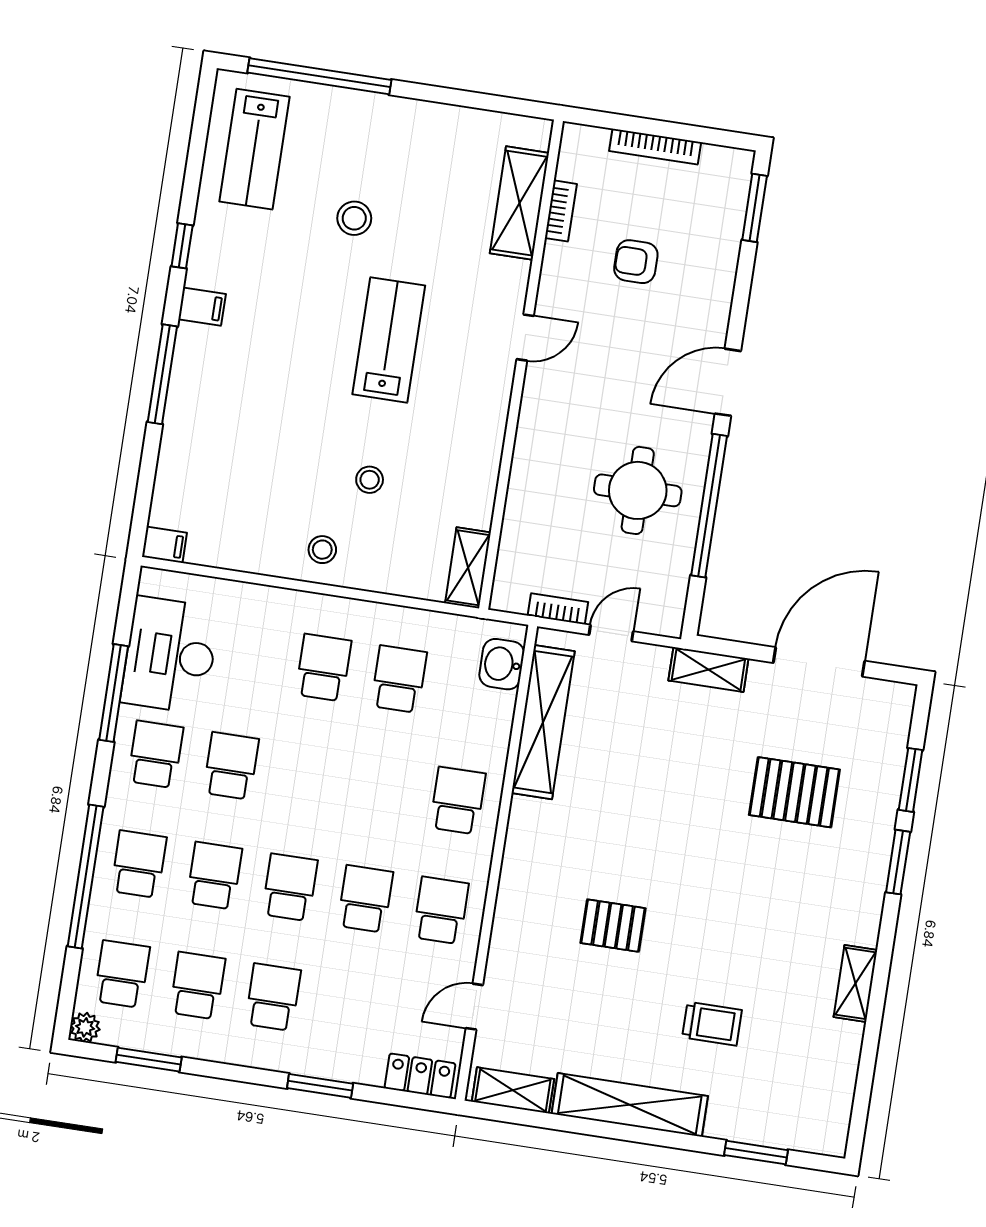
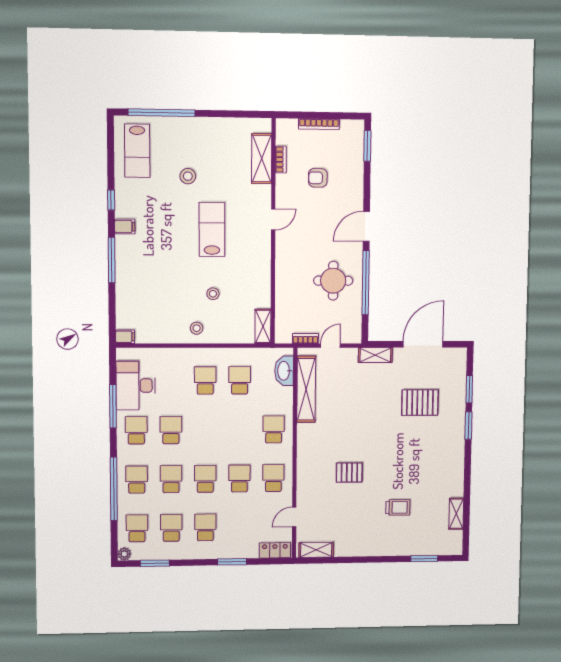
washbasin: (502, 664) -> (284, 371), width x1.38
shelving: (855, 983) -> (456, 514), moved
shelving: (630, 1105) -> (367, 548), removed

